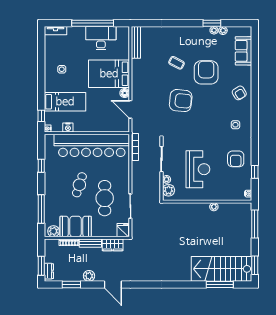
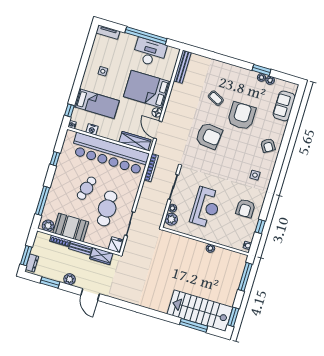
wardrobe: (112, 126) -> (135, 141), added

